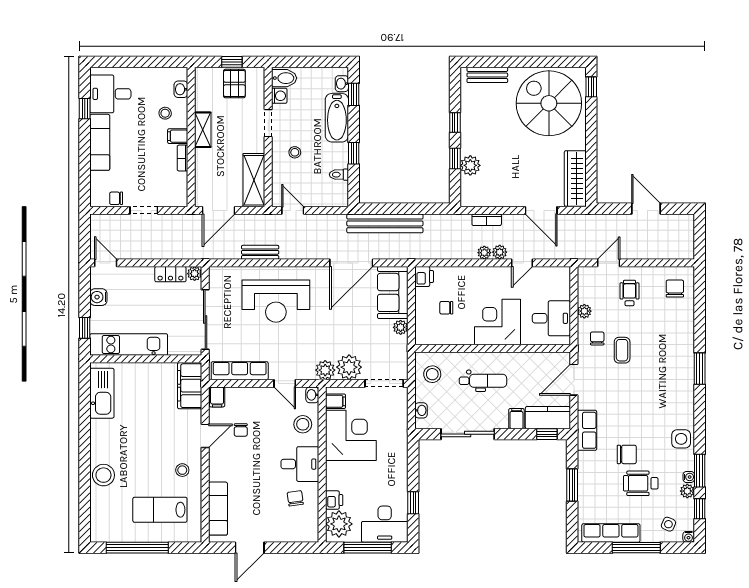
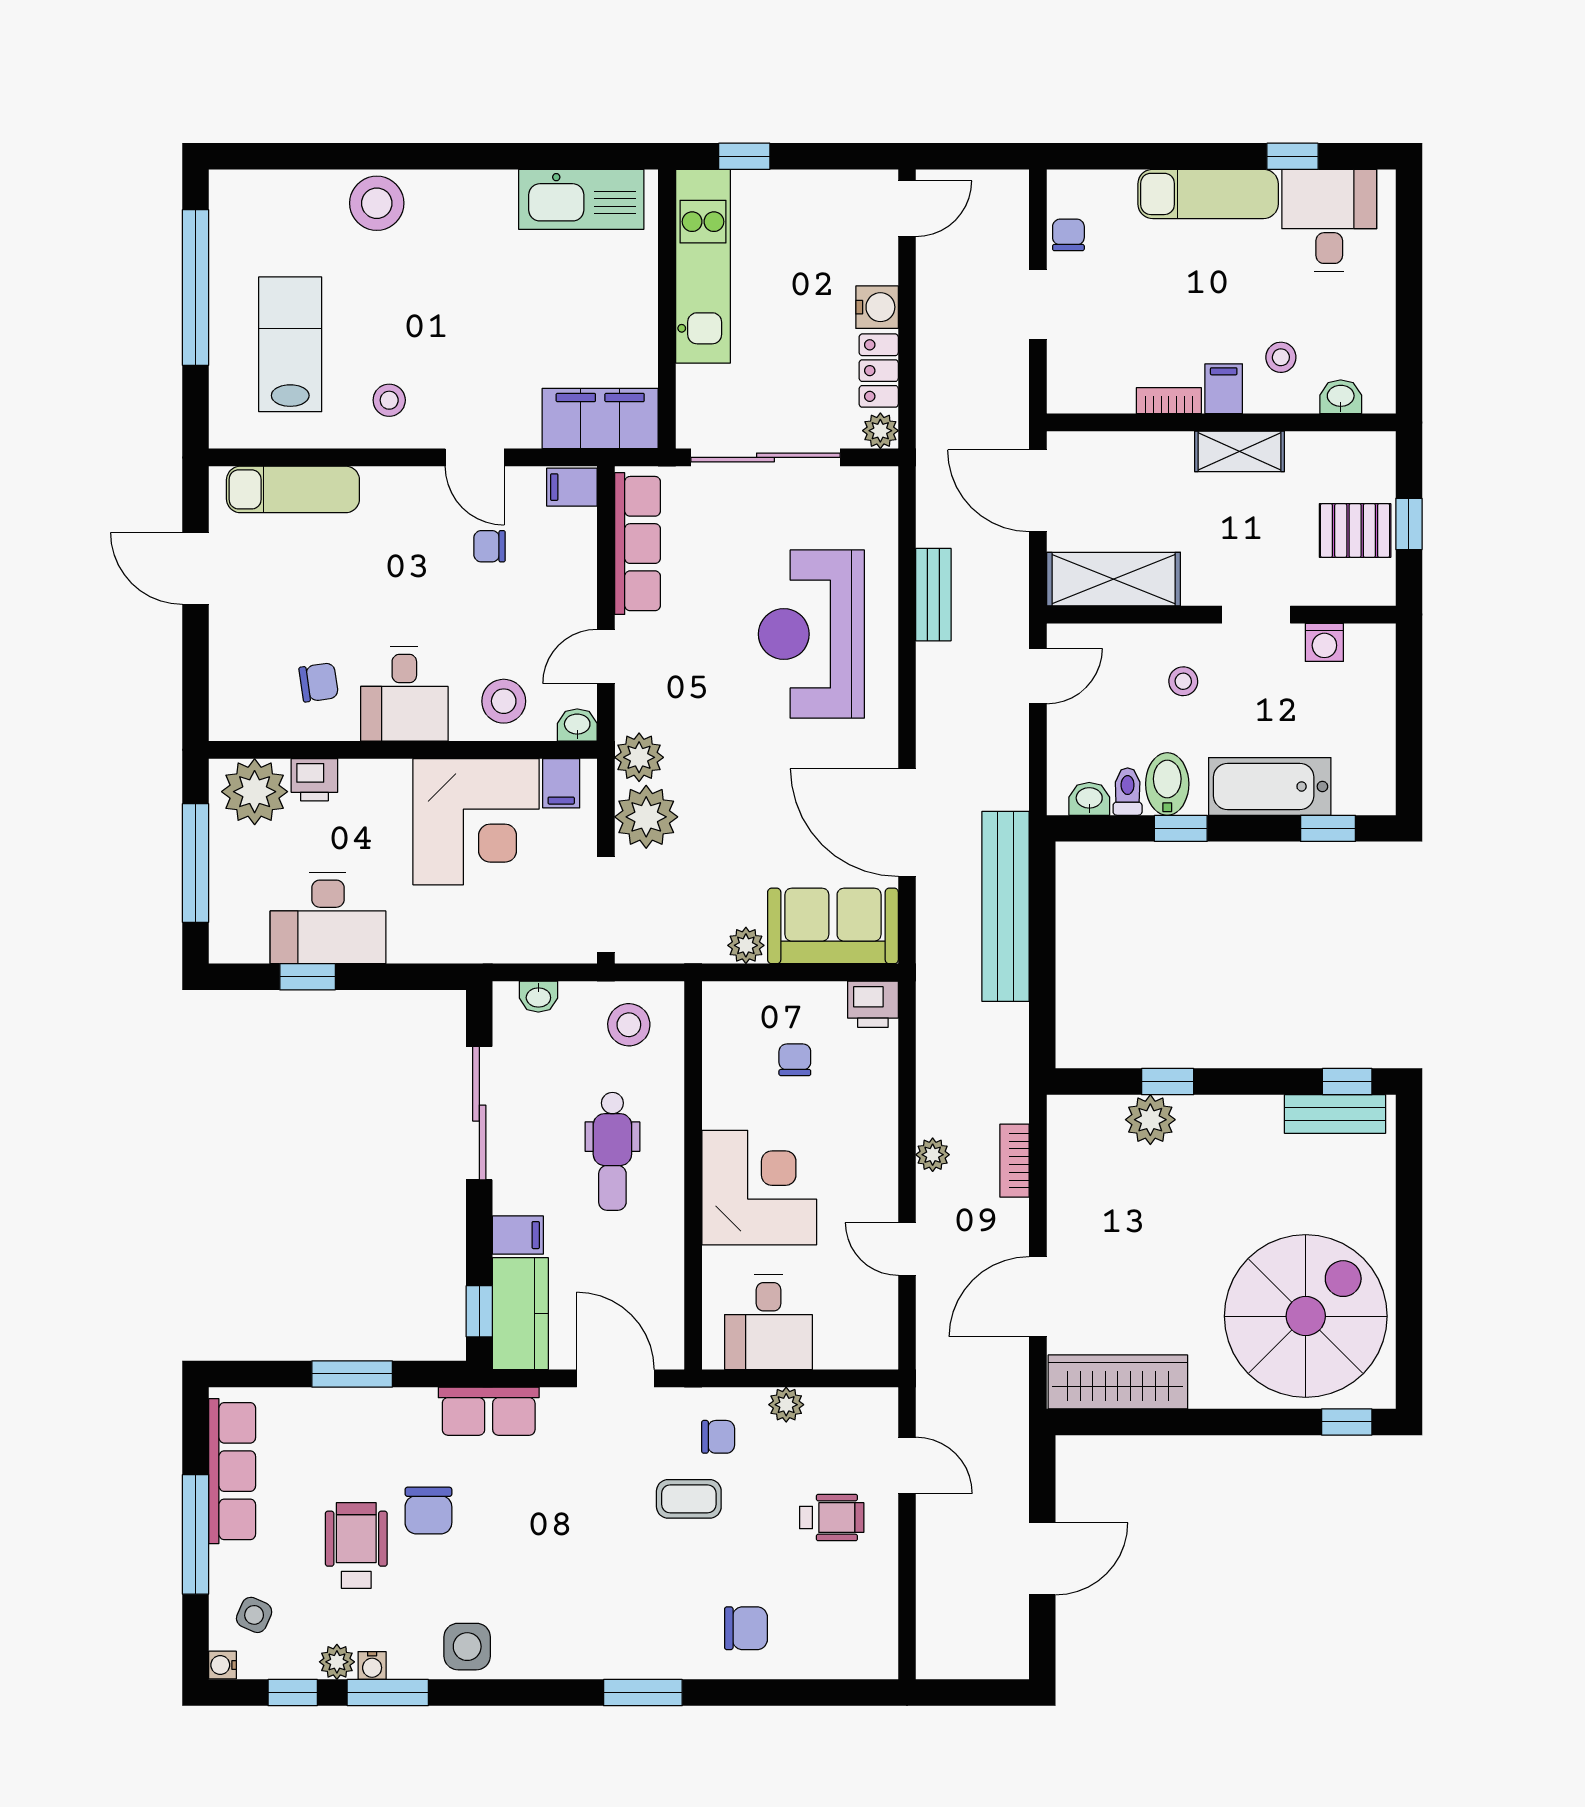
bench: (487, 75) -> (1335, 1114), moved, turned 90
bidet: (284, 78) -> (1167, 784), moved, turned 180
washbasin: (342, 84) -> (1089, 799), moved
window: (455, 123) -> (1347, 1082), moved
plant: (500, 252) -> (934, 1193), removed
chair: (675, 289) -> (746, 1628), moved
water cooler: (98, 297) -> (877, 307), moved, turned 90
desk: (385, 524) -> (328, 918), moved, turned -90

